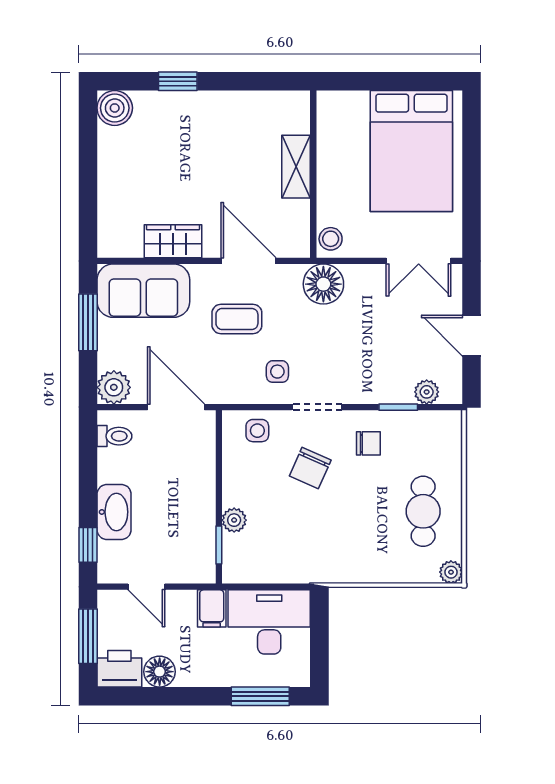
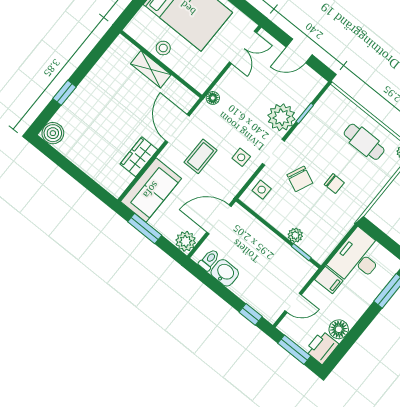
stool: (331, 239) -> (163, 48), moved
door: (248, 261) -> (177, 128), hinge flipped
floor lamp: (323, 284) -> (213, 98), width x0.53, depth x0.53
plant: (427, 392) -> (281, 117), moved, width x1.87, depth x1.87
chair: (368, 443) -> (334, 184), moved, turned 90
washbasin: (114, 512) -> (225, 273), moved, width x0.72

